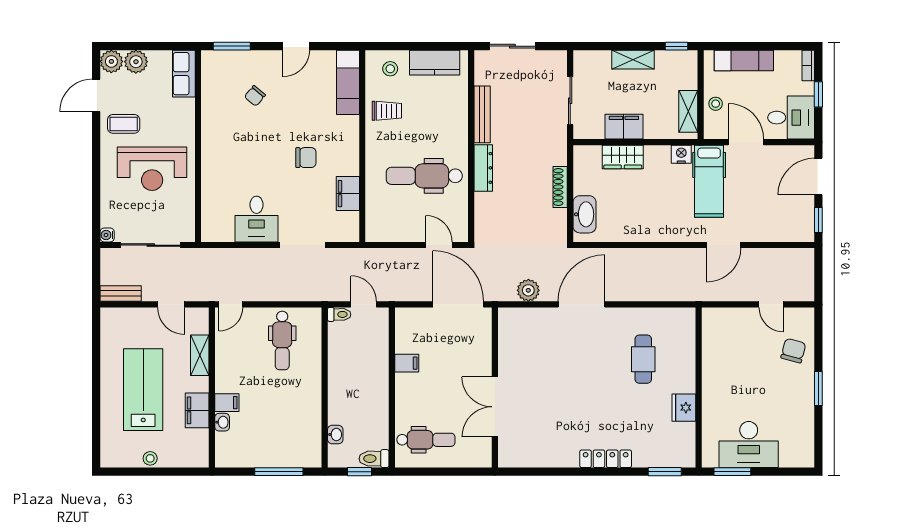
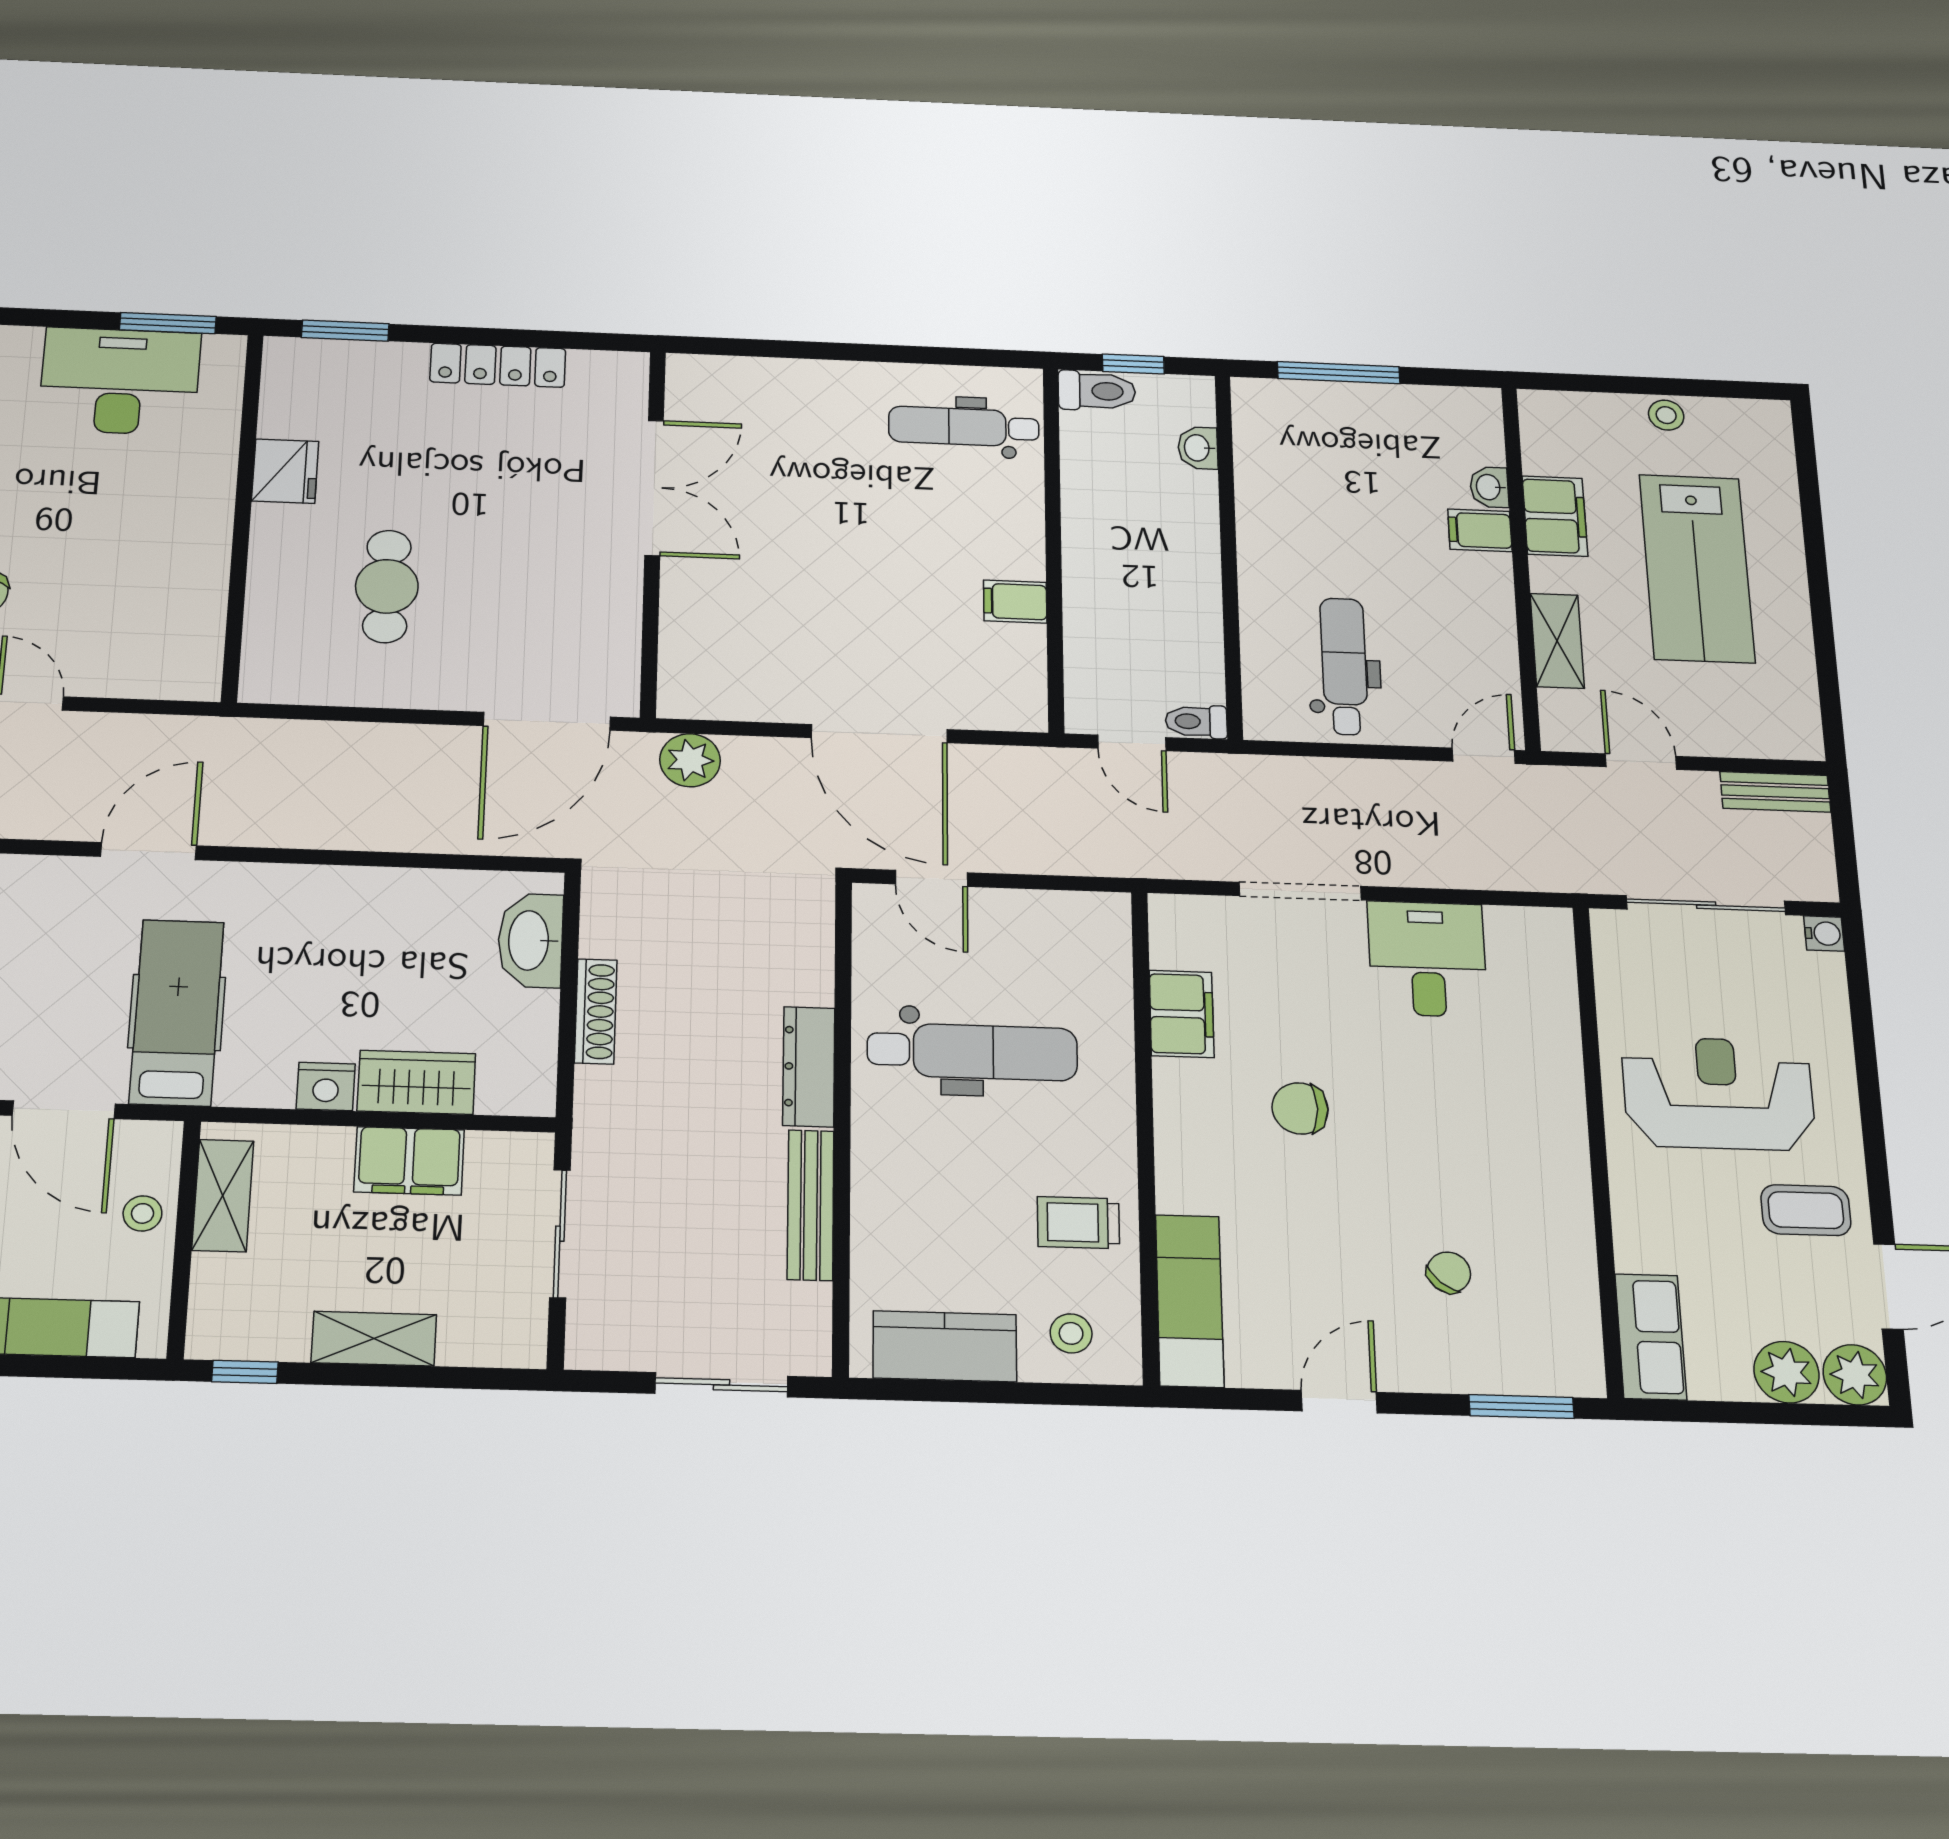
nightstand: (681, 154) -> (326, 1087), moved
wall: (495, 387) -> (653, 532), moved
double door: (495, 407) -> (654, 488), moved

